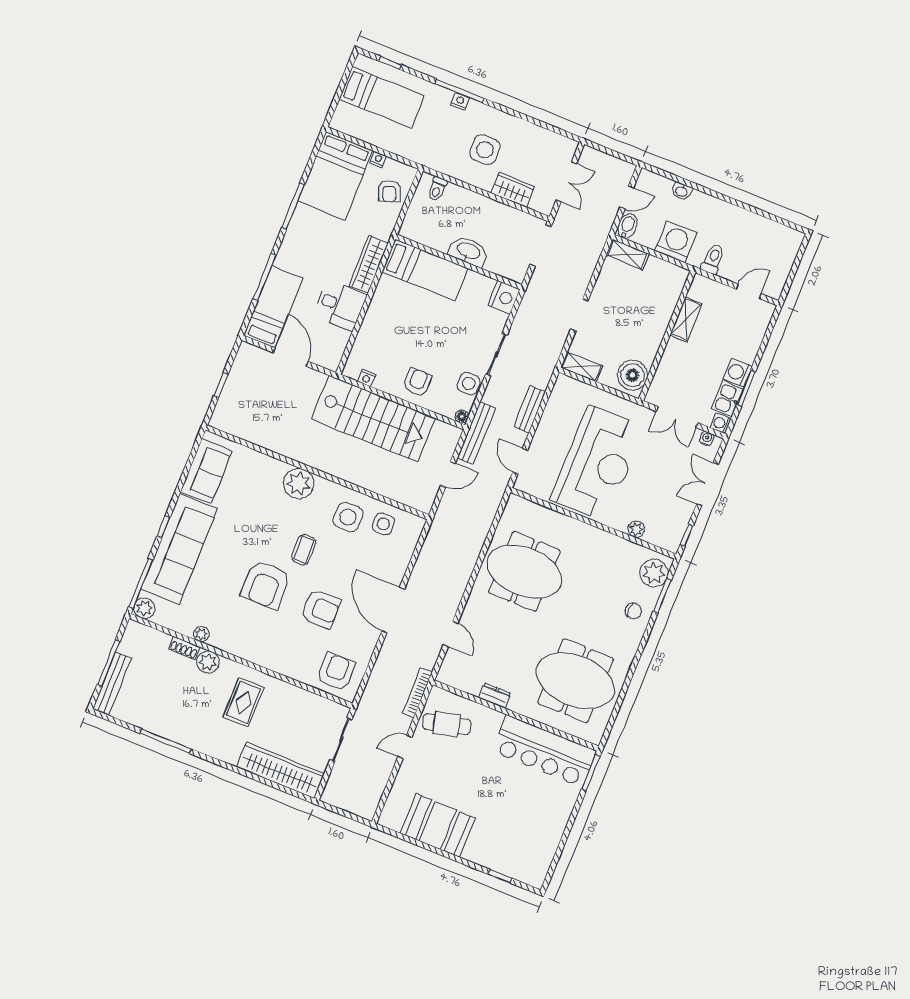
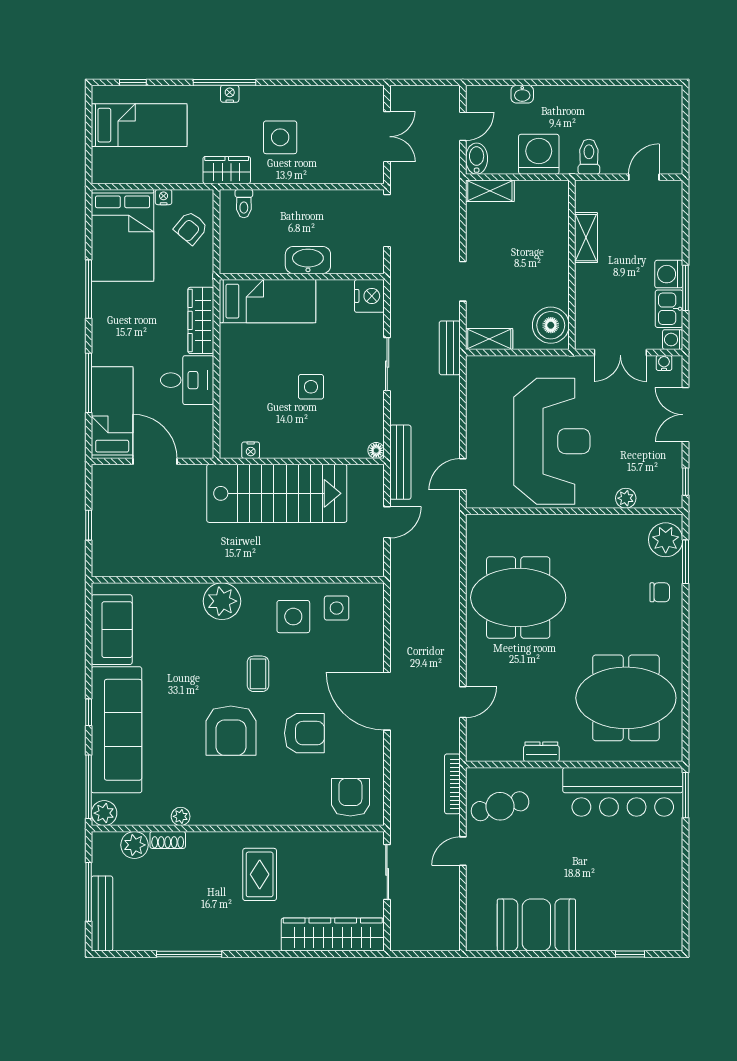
wardrobe: (513, 190) -> (227, 170), moved
armchair: (389, 191) -> (191, 228), turned 61
armchair: (417, 382) -> (310, 432), removed
side table: (469, 383) -> (311, 387), moved
bench: (529, 409) -> (450, 348), moved
door: (520, 461) -> (463, 474), hinge flipped
door: (450, 634) -> (463, 702), hinge flipped
plant: (208, 662) -> (135, 845), moved

